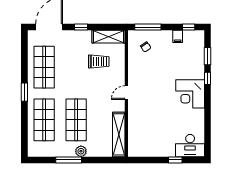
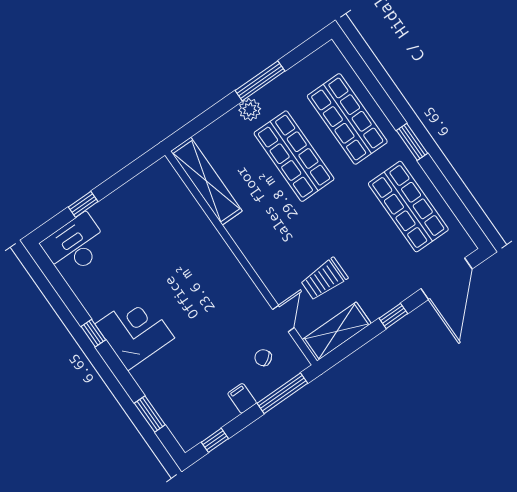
filing cabinet: (178, 36) -> (242, 398), moved
window: (207, 78) -> (93, 333), moved
door: (126, 93) -> (283, 318), moved

